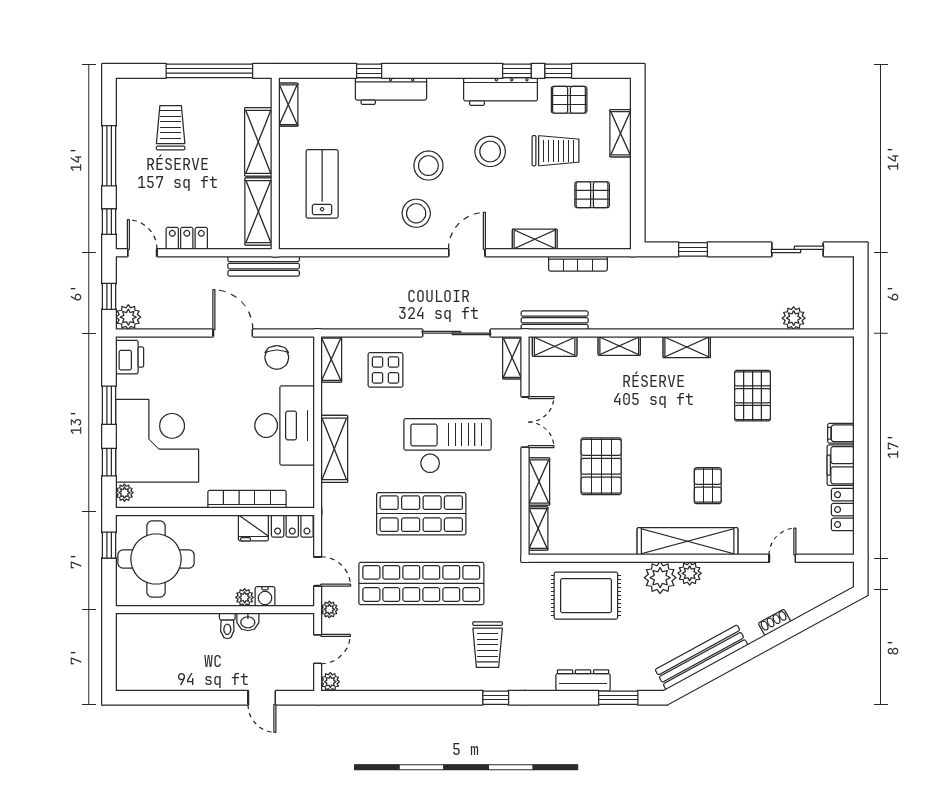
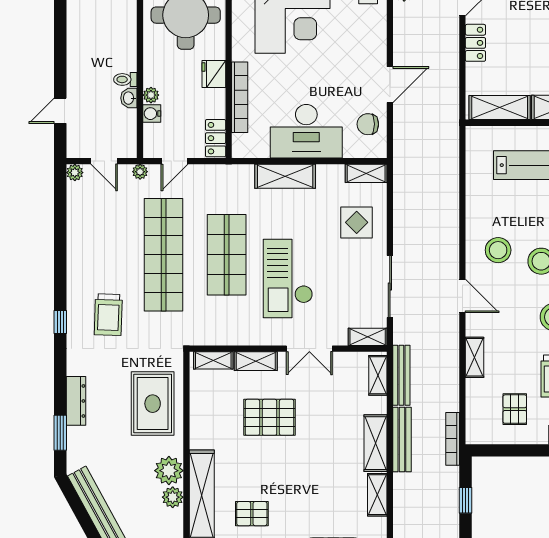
bookcase: (578, 264) -> (453, 439), moved
bench: (264, 266) -> (402, 439), moved
shelving: (619, 346) -> (375, 443), width x1.50, depth x1.33
checkout: (447, 446) -> (288, 278), turned 180
fridge: (253, 528) -> (214, 74), moved
trolley: (488, 645) -> (108, 315), turned -88

